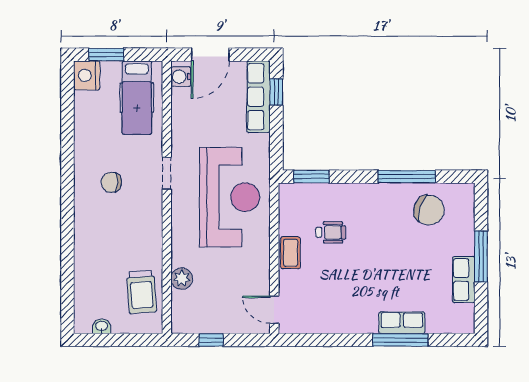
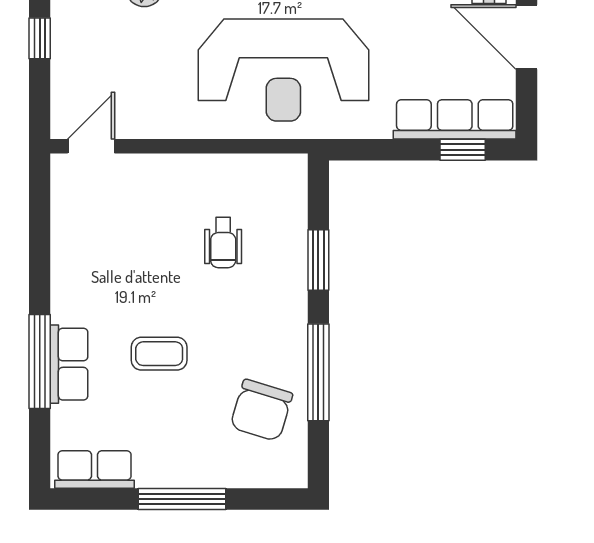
window: (311, 177) -> (318, 260), moved
coffee table: (291, 253) -> (159, 354), moved
row of seats: (464, 280) -> (95, 470), moved

